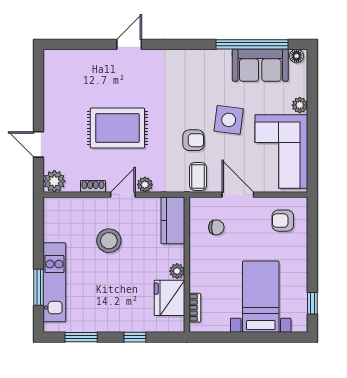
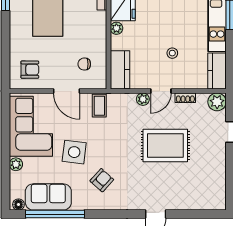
armchair: (193, 140) -> (102, 180), moved, turned 132
kitchen counter: (54, 219) -> (217, 71), added
stool: (109, 241) -> (172, 53), width x0.53, depth x0.53

